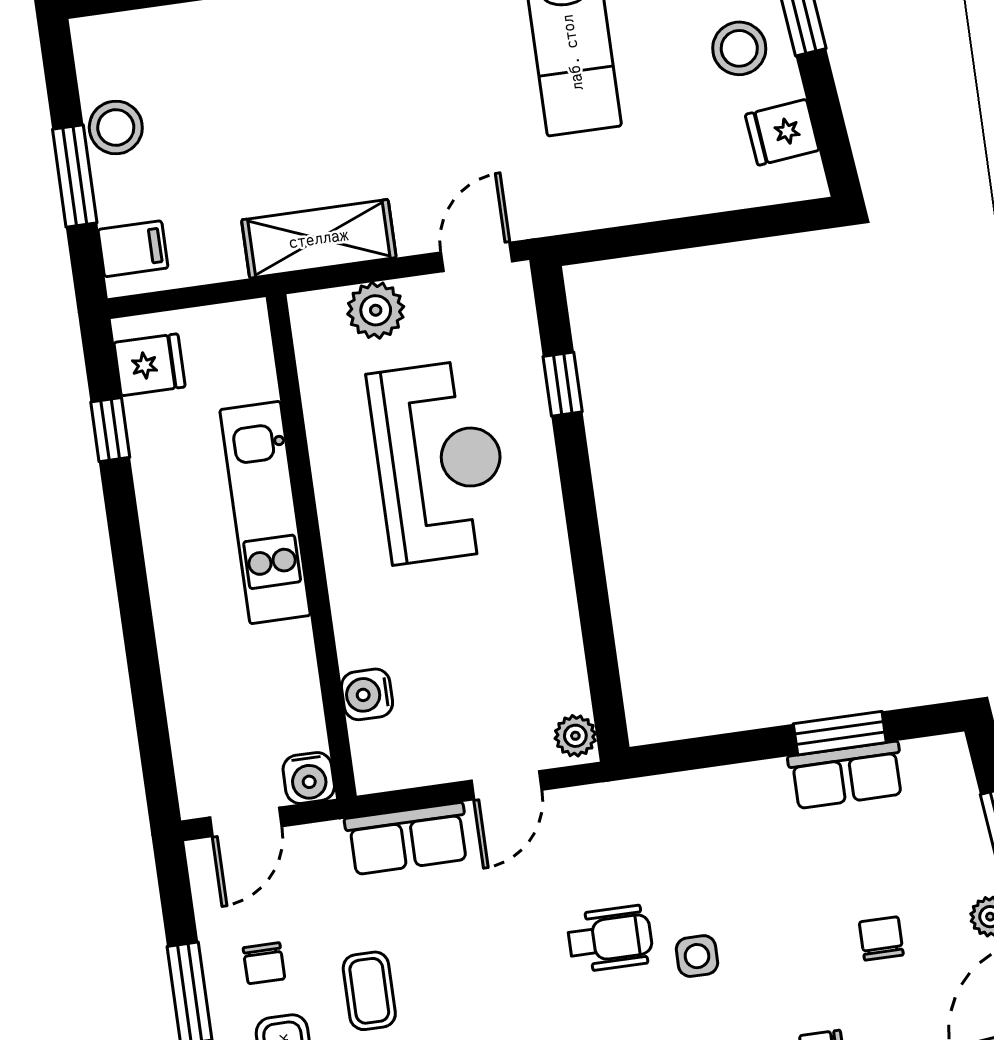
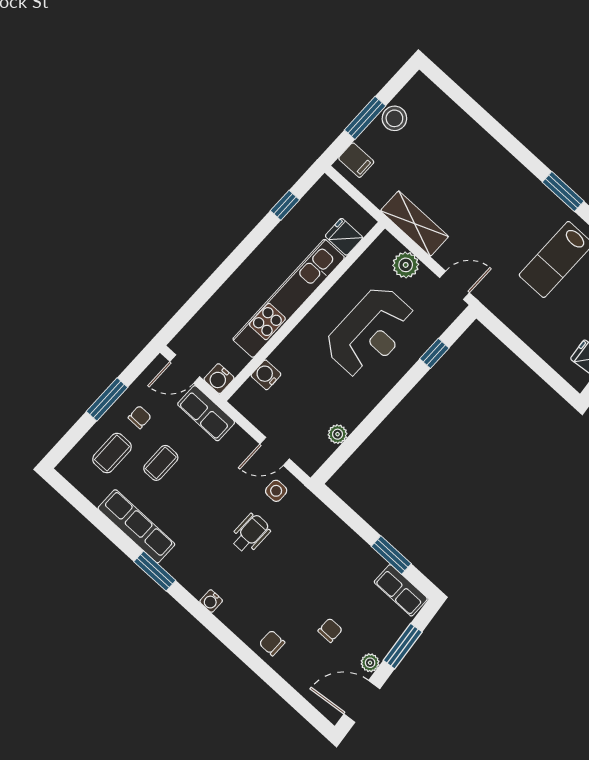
fridge: (150, 365) -> (344, 237), moved, turned 180
kitchen unit: (265, 512) -> (289, 298), width x1.36
plant: (575, 736) -> (338, 434), moved
row of seats: (846, 775) -> (401, 590), moved
row of seats: (407, 839) -> (206, 413), moved
wheelchair: (610, 939) -> (250, 534), turned -90
side table: (697, 956) -> (276, 491), moved
chair: (264, 963) -> (140, 417), turned 180

